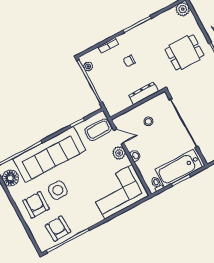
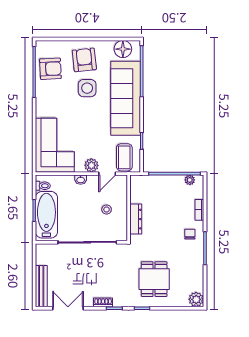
chair: (129, 61) -> (190, 234), moved
armchair: (36, 205) -> (84, 60), turned -96

